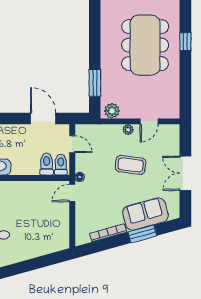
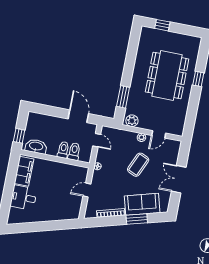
toilet: (61, 165) -> (63, 150), moved
coffee table: (131, 165) -> (138, 165), turned -73
door: (72, 193) -> (87, 190), moved

